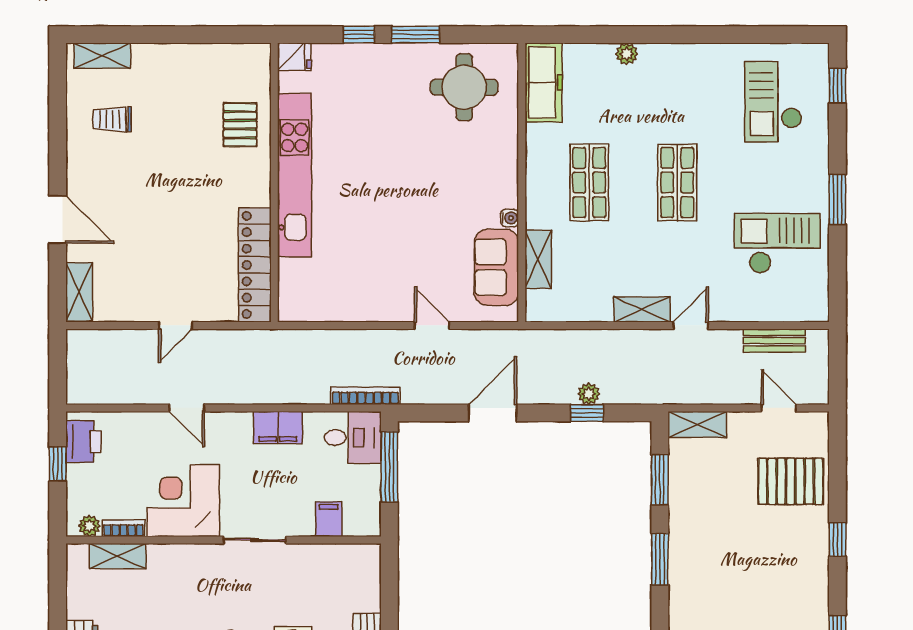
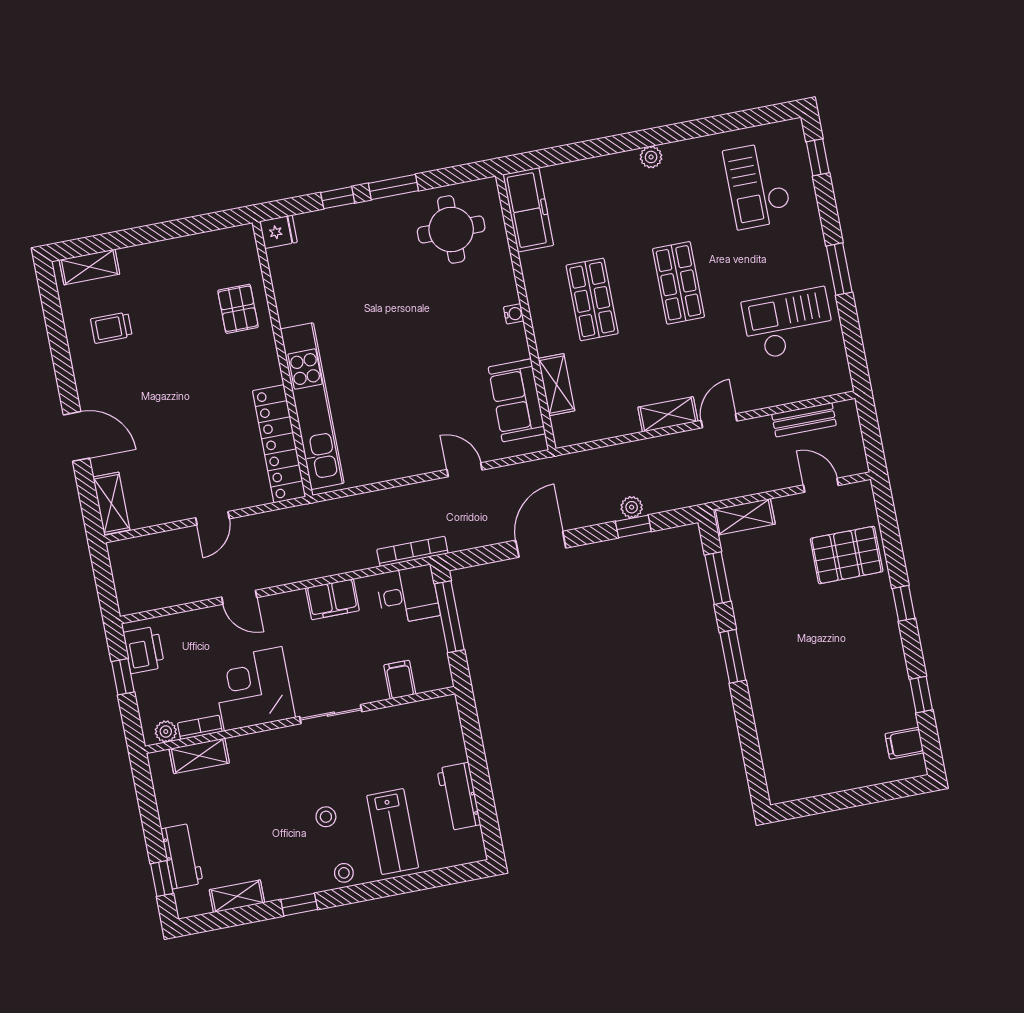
plant: (627, 54) -> (651, 157), moved
kitchen unit: (295, 175) -> (312, 406), moved
water cooler: (510, 218) -> (514, 314), moved

